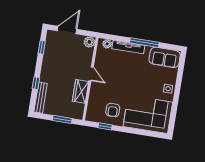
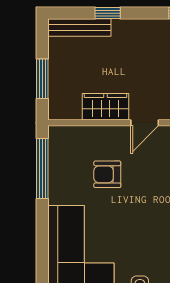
armchair: (113, 110) -> (107, 174), moved
window: (105, 126) -> (42, 168), width x2.17

